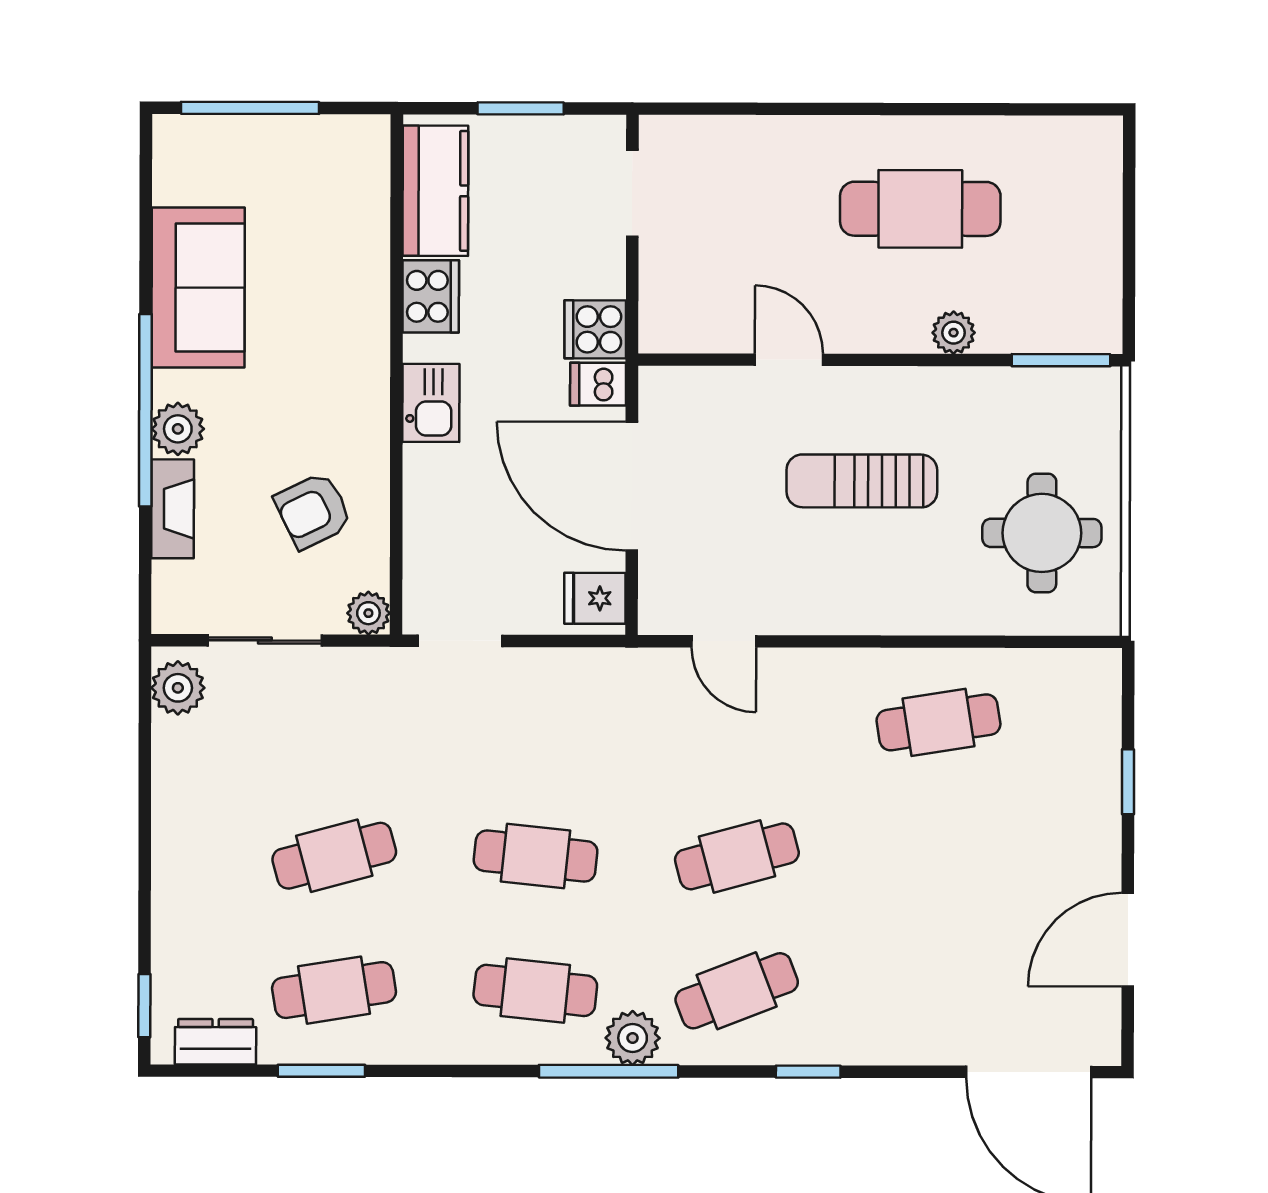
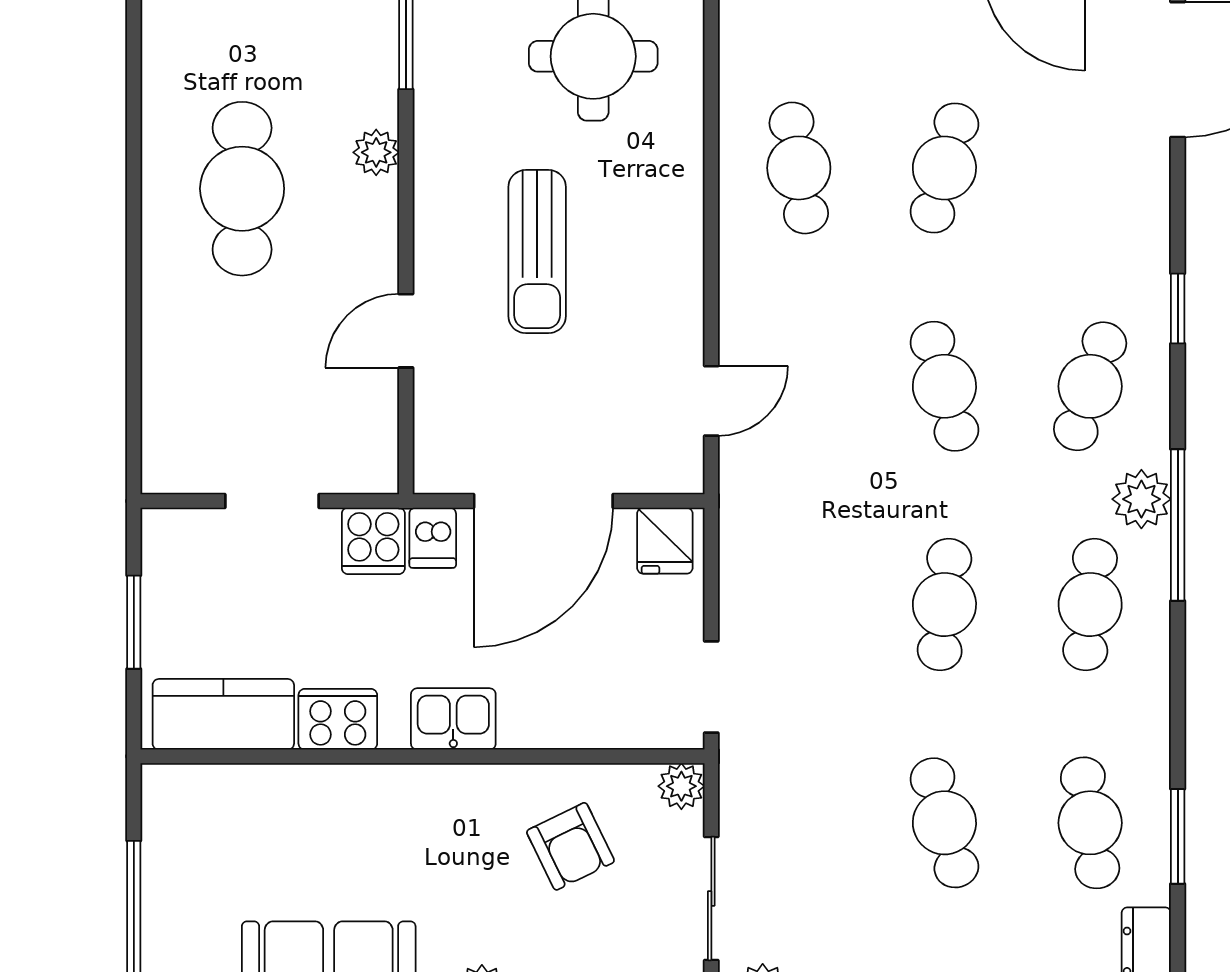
doorway: (632, 193) -> (272, 501), moved
cafe table: (938, 857) -> (944, 168), added
cafe table: (737, 991) -> (1090, 386), turned 39

